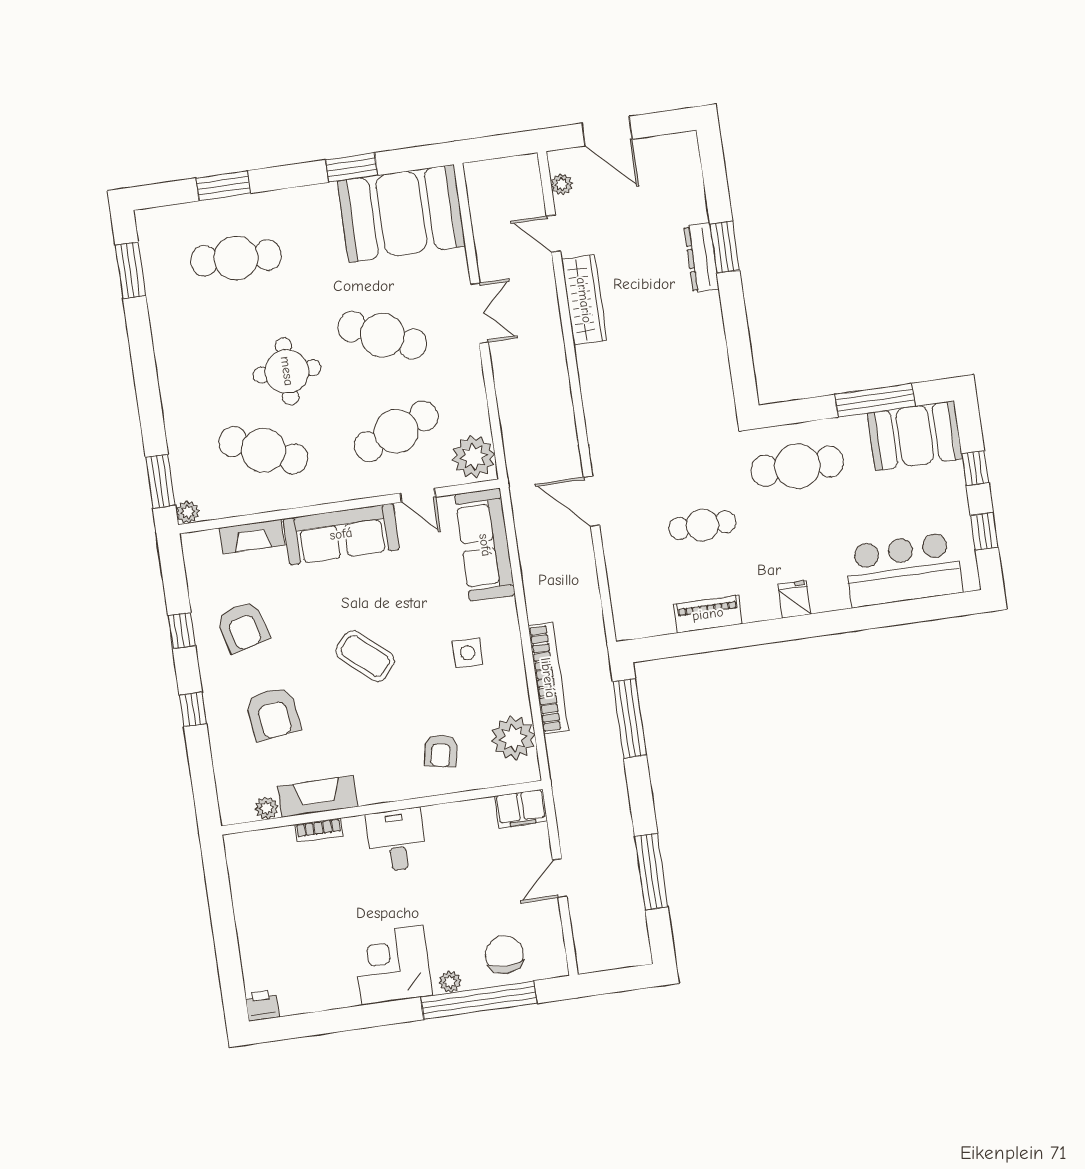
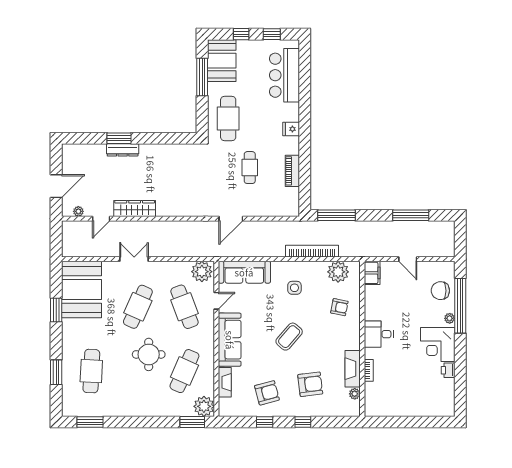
plant: (188, 512) -> (204, 406), width x1.87, depth x1.87
printer: (262, 1005) -> (448, 370), moved

